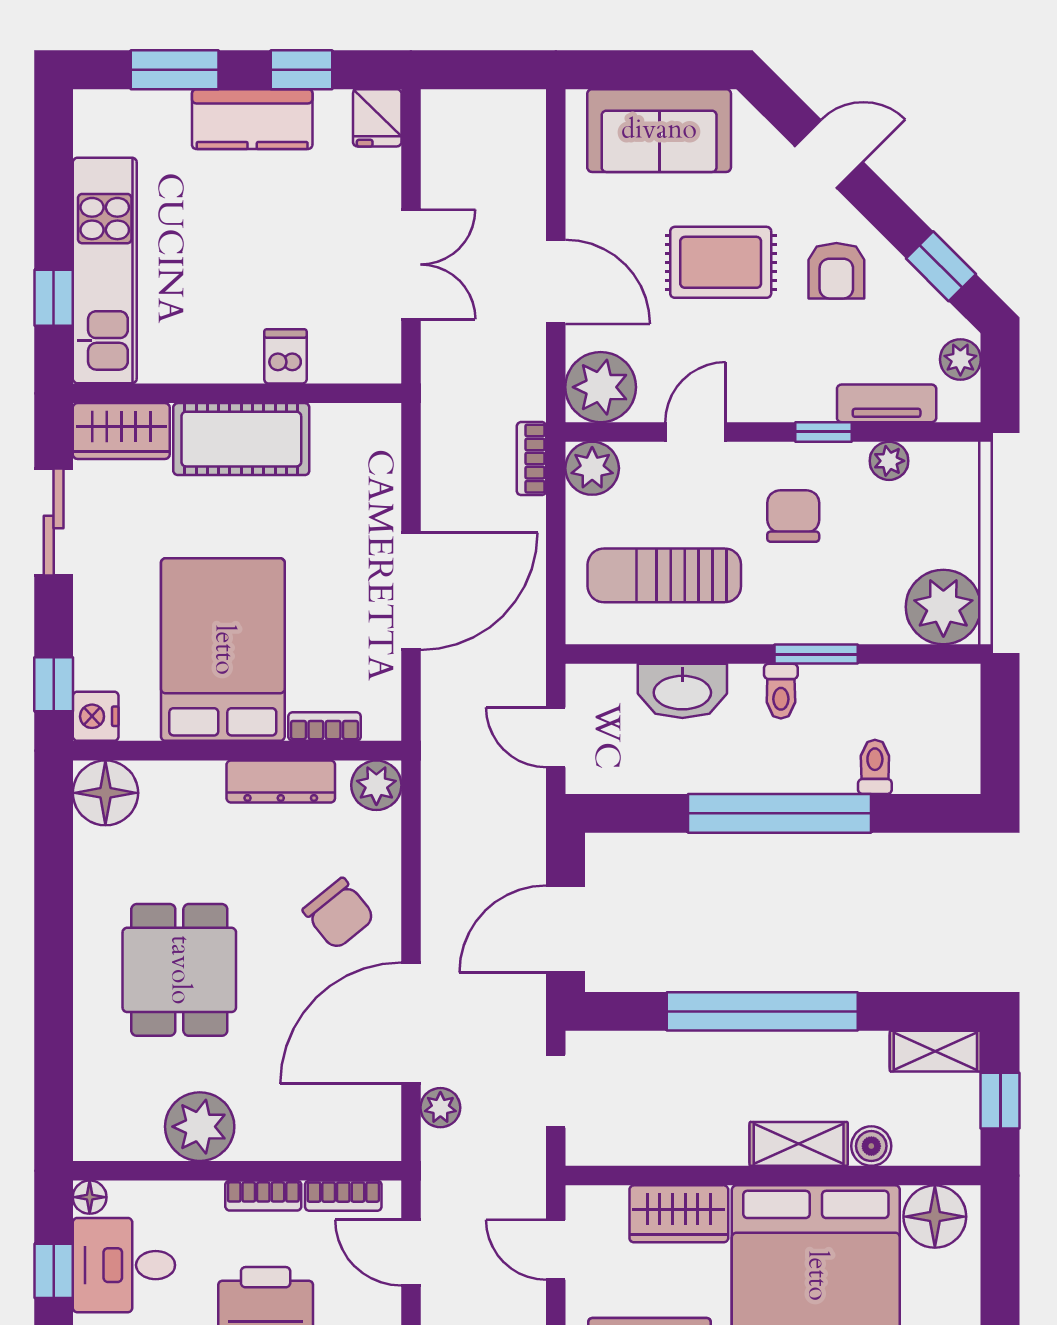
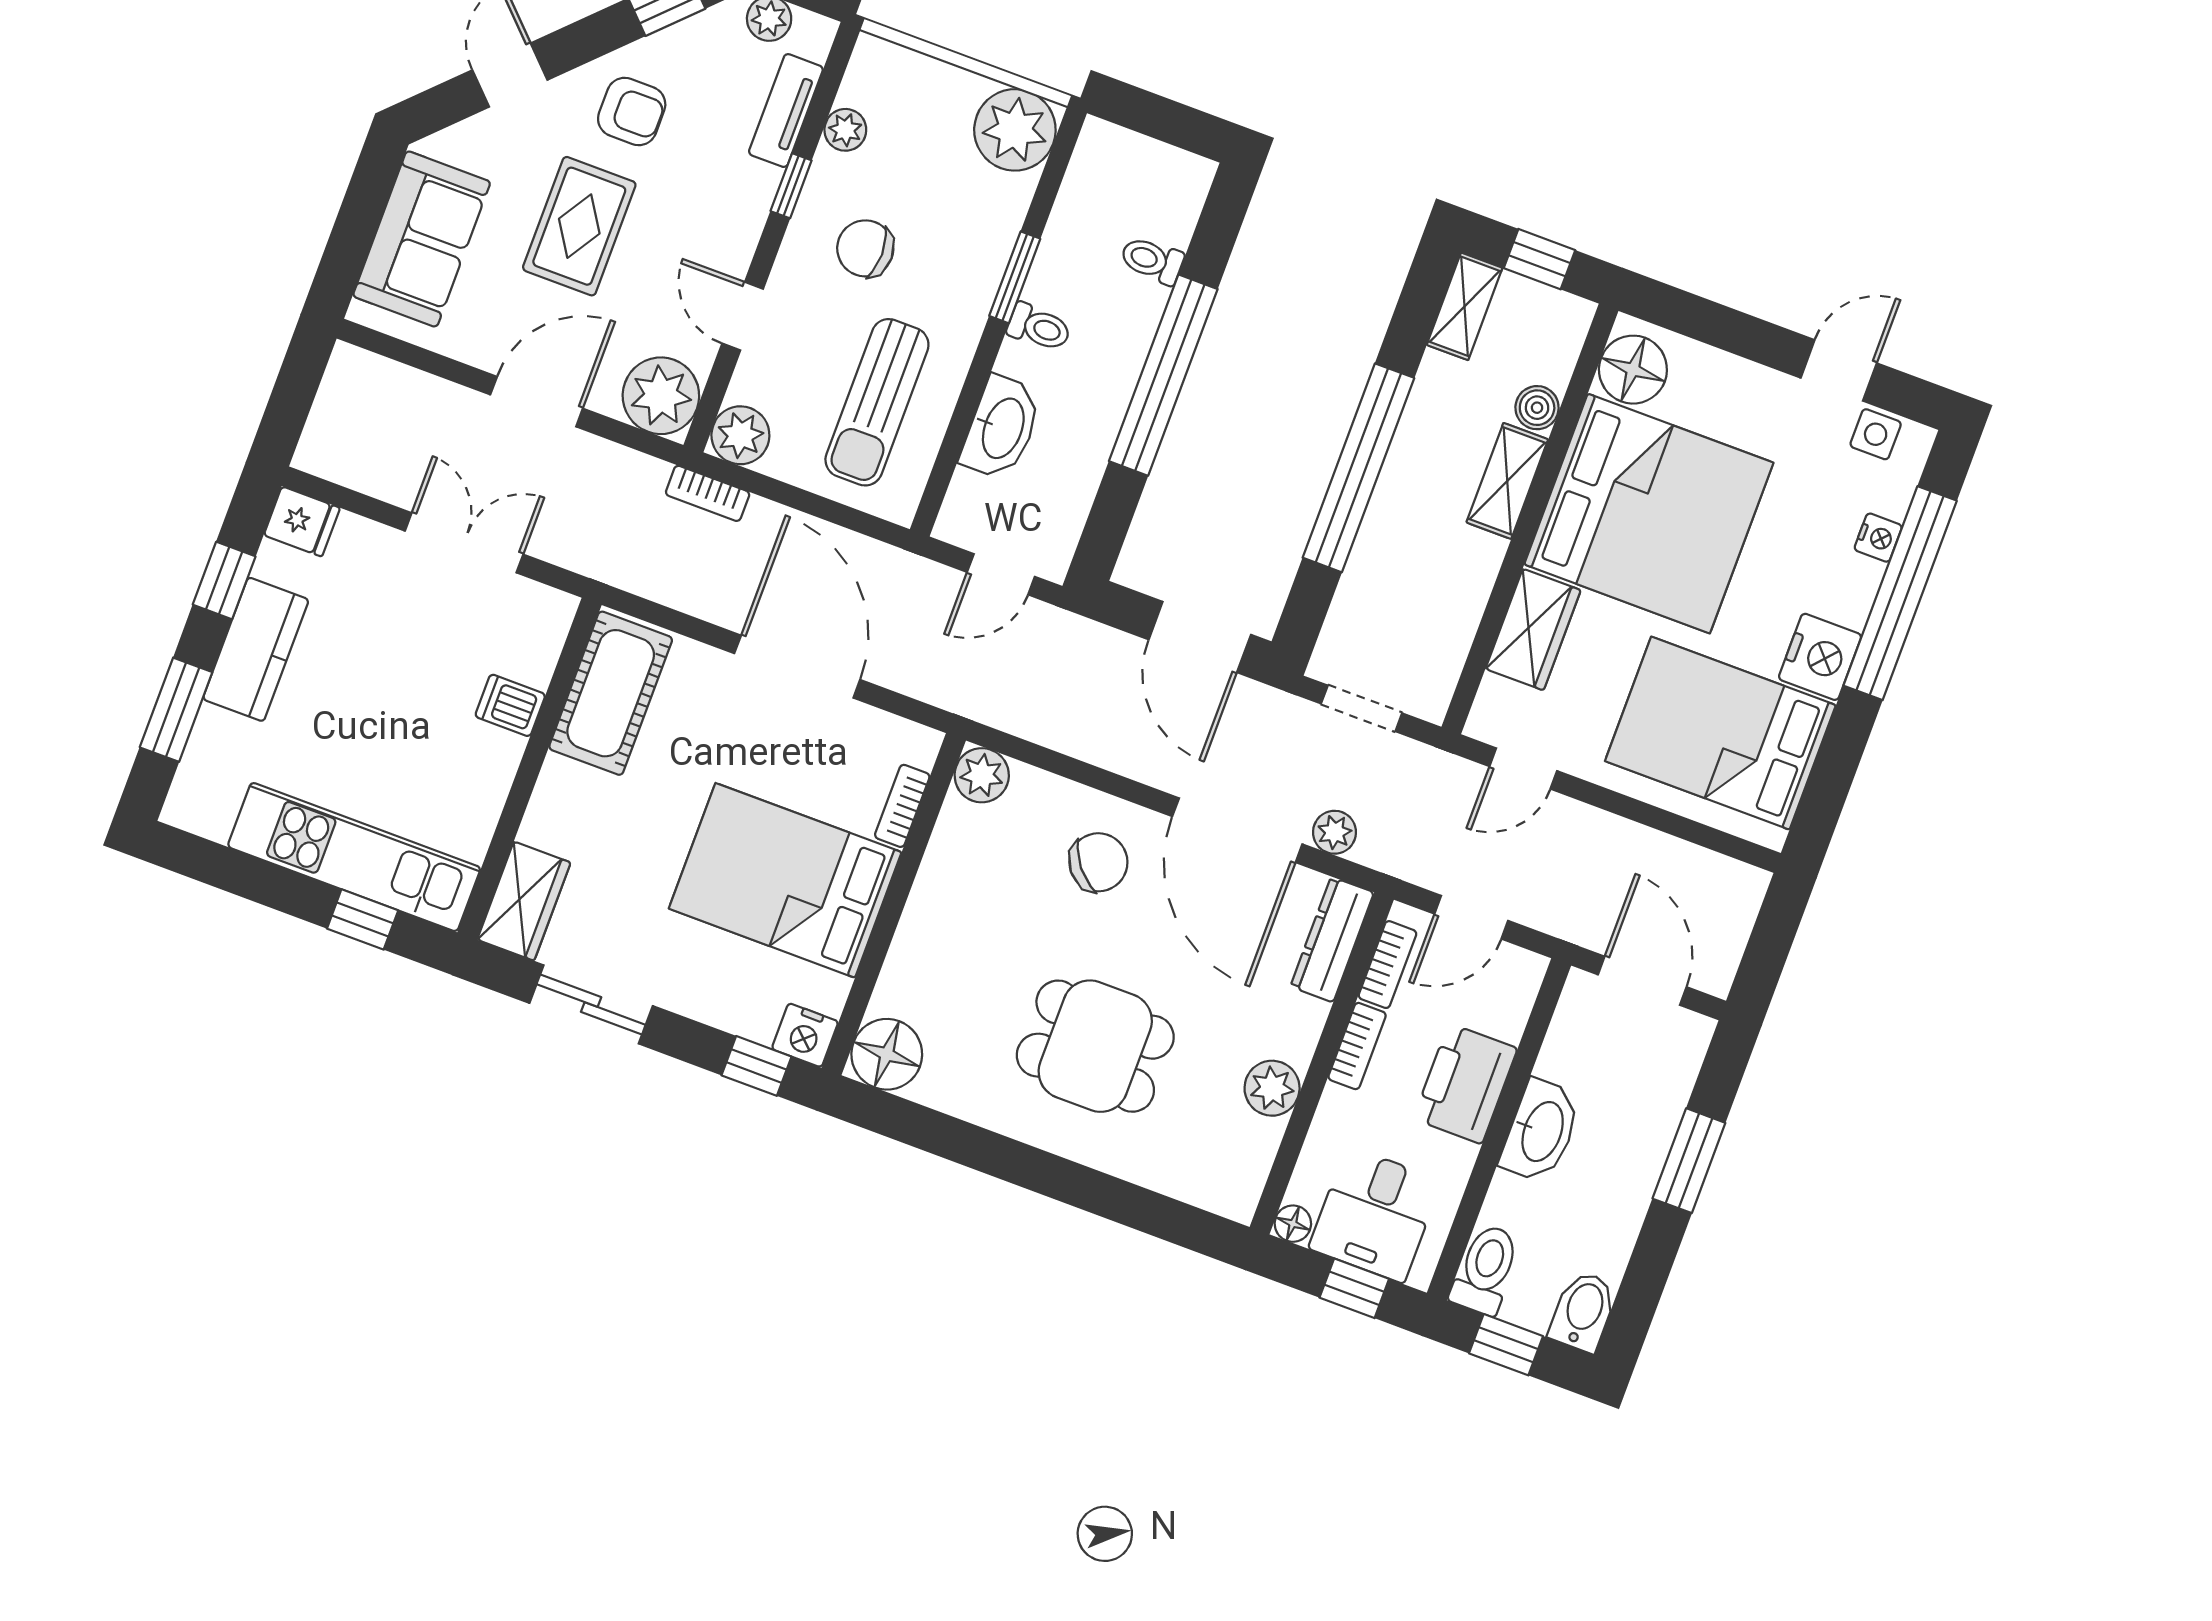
cot: (241, 439) -> (611, 693), moved
dresser: (281, 781) -> (1332, 939), moved, turned 180
plant: (200, 1127) -> (1272, 1088), width x0.73, depth x0.73

